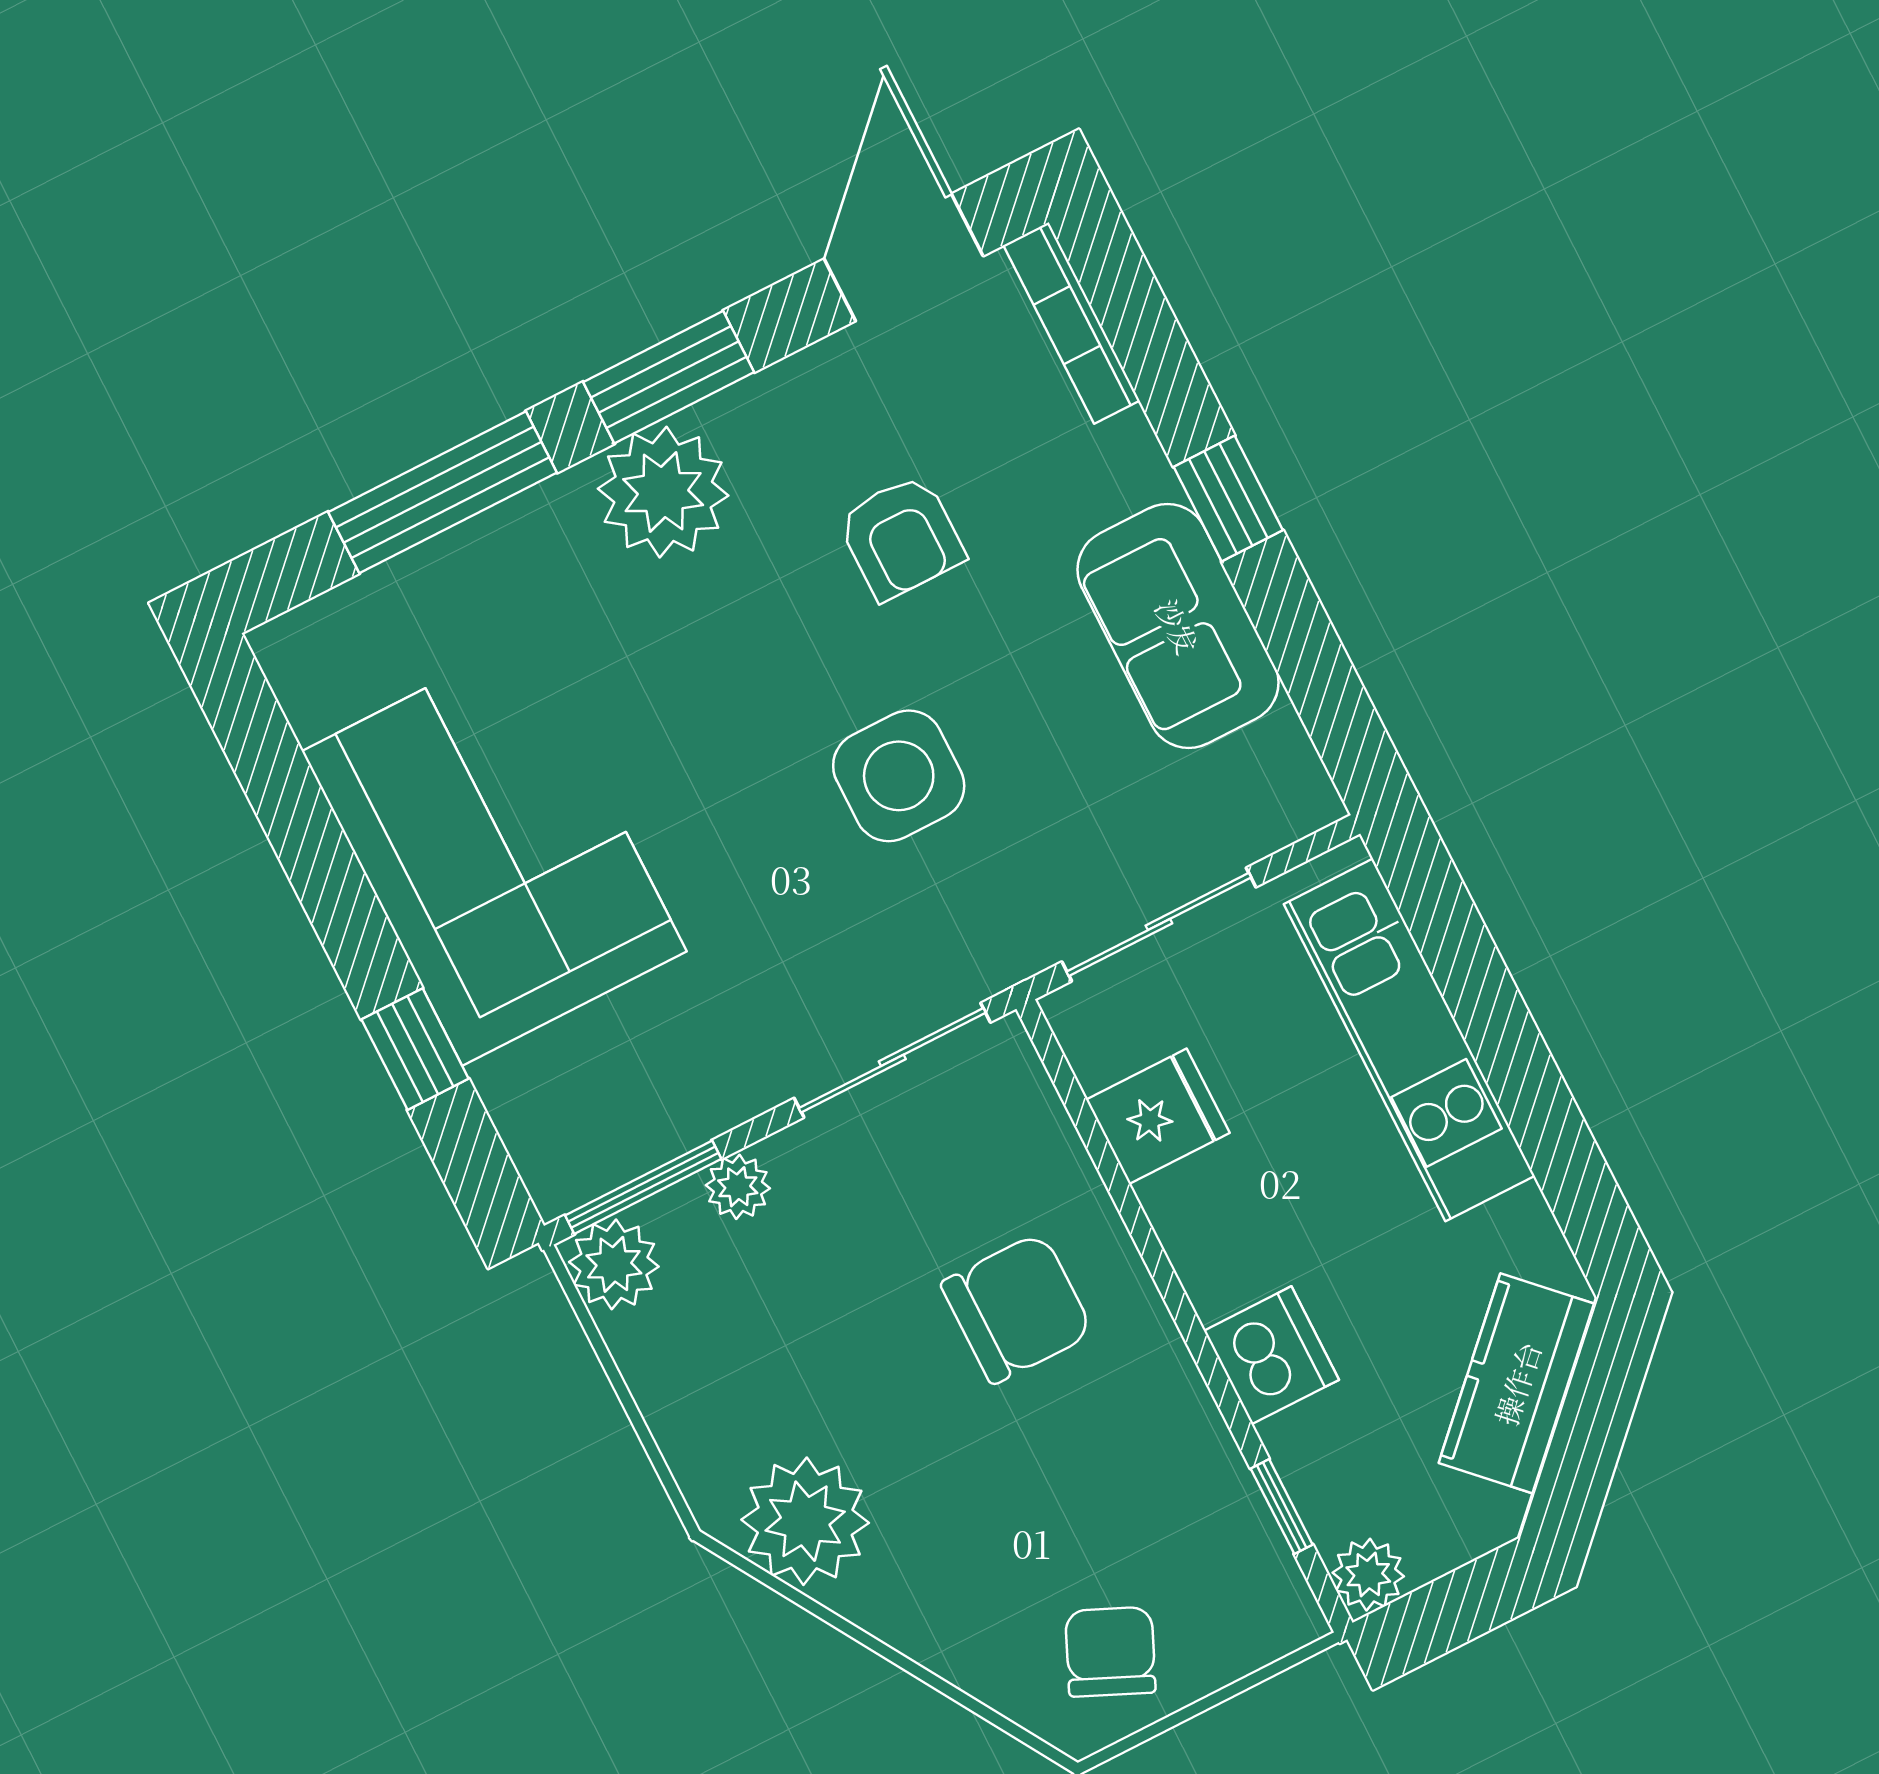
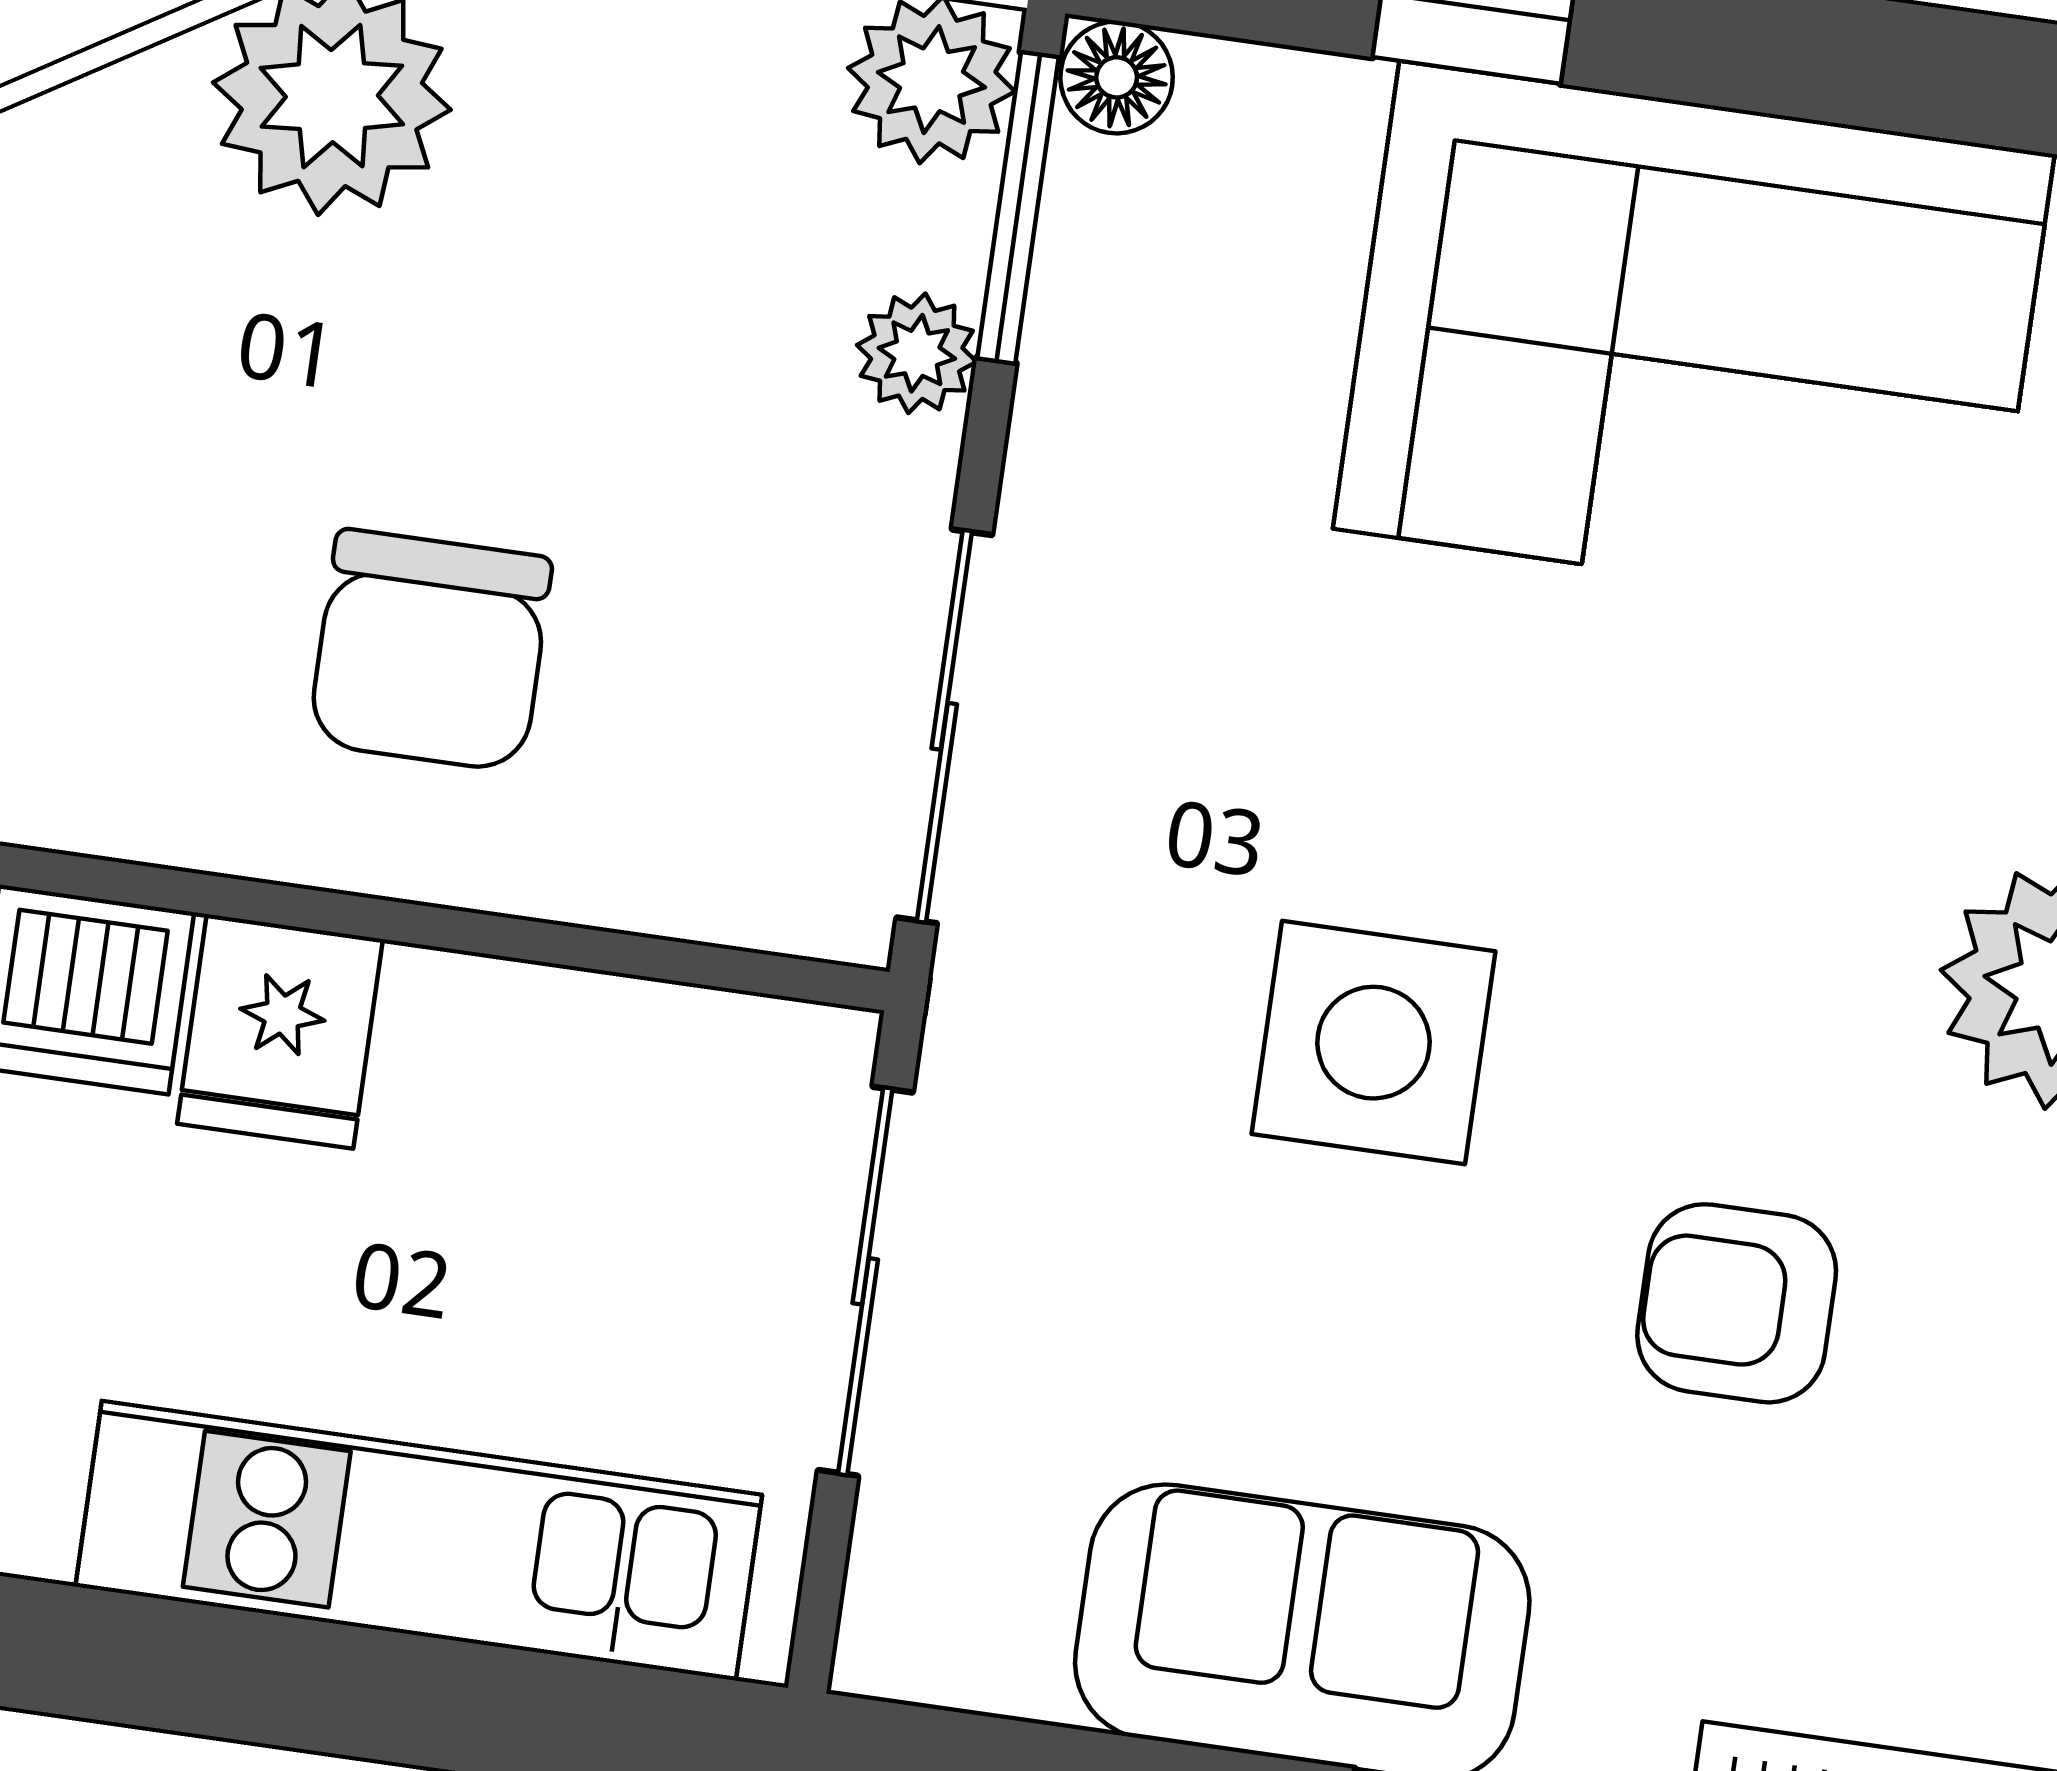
fridge: (1158, 1116) -> (280, 1031), moved
floor lamp: (556, 1184) -> (1117, 77), added

